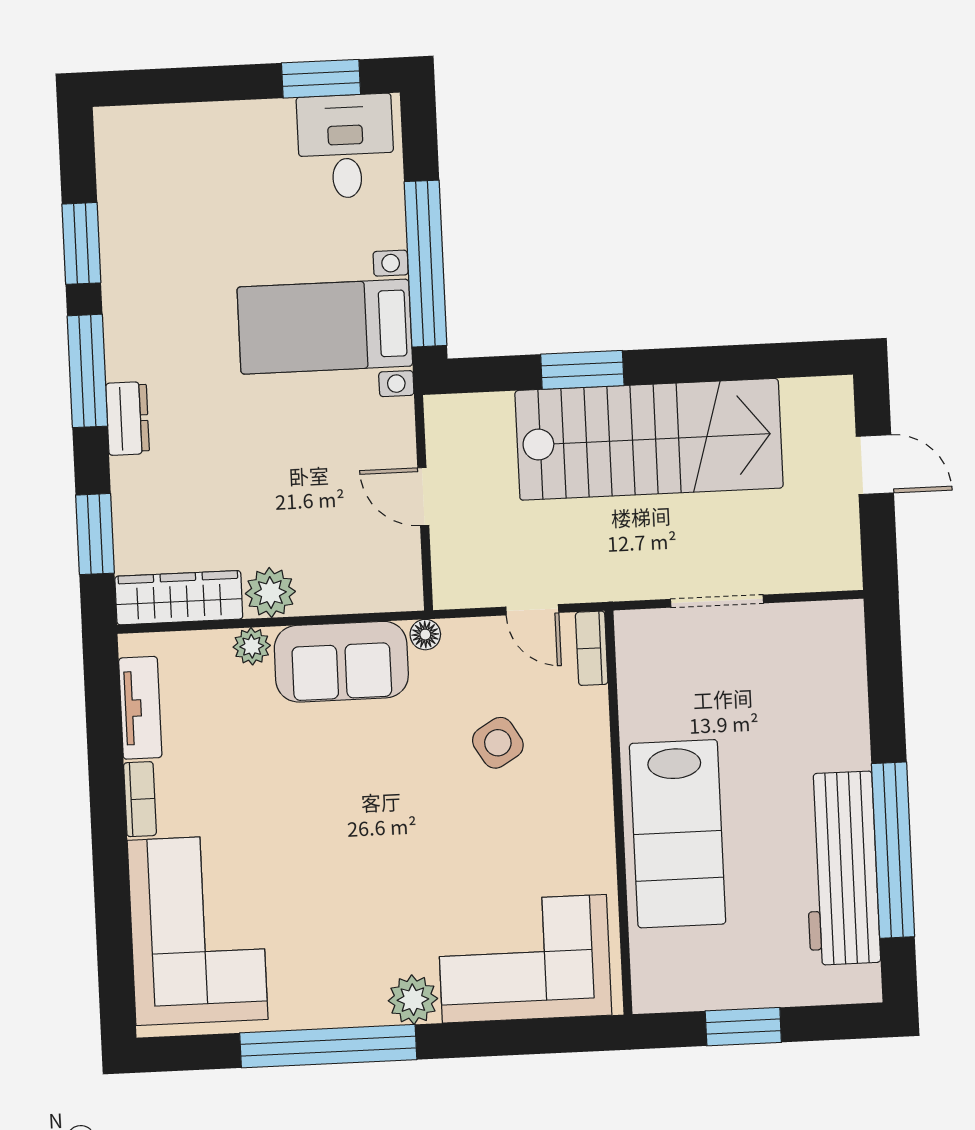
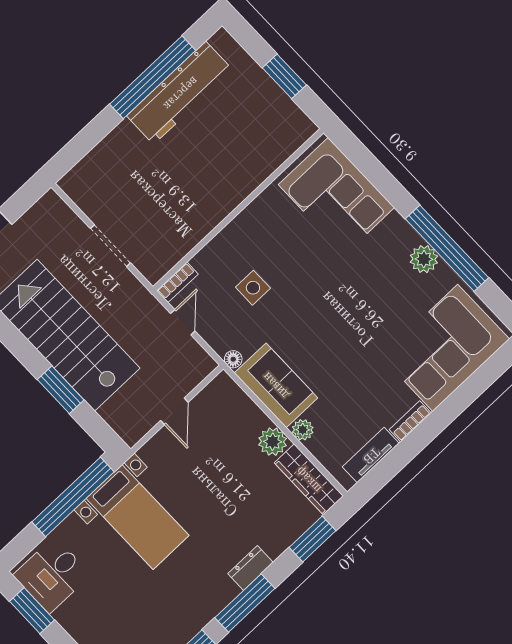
side table: (498, 743) -> (253, 288), turned 31
lab bench: (678, 834) -> (226, 176), removed
plant: (413, 1000) -> (424, 259), moved

